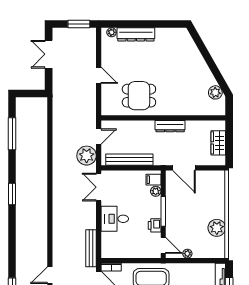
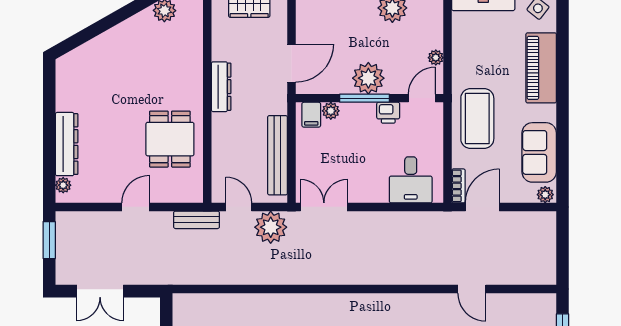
double door: (99, 187) -> (324, 207), swing flipped
plant: (175, 214) -> (368, 78), added
desk: (115, 219) -> (411, 180), moved
bench: (91, 248) -> (197, 220), moved, width x0.73

